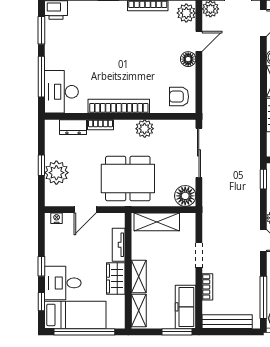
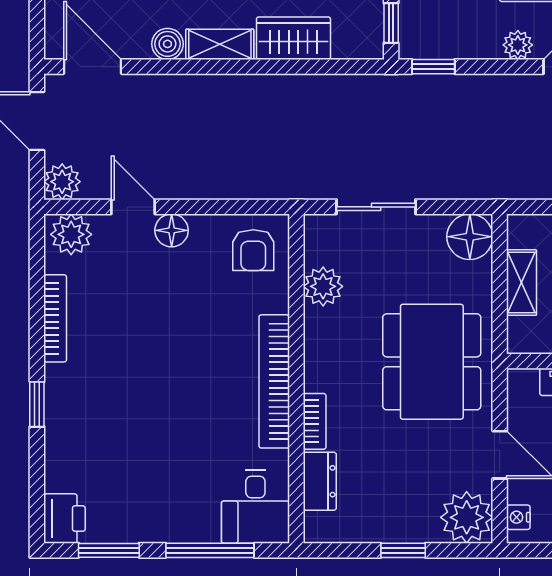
desk: (61, 92) -> (255, 507), width x0.73
plant: (145, 129) -> (323, 286), moved
sliding door: (199, 153) -> (376, 207), width x0.73
plant: (56, 173) -> (467, 517), moved
shelving: (157, 222) -> (522, 282), width x0.67, depth x0.75

